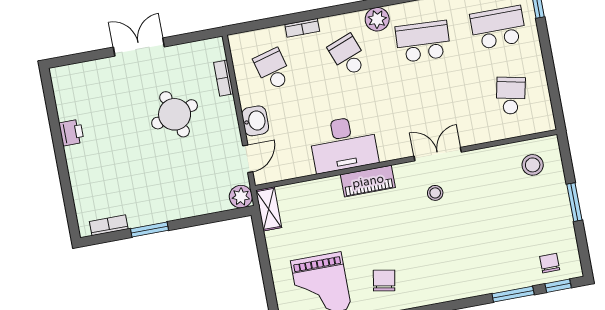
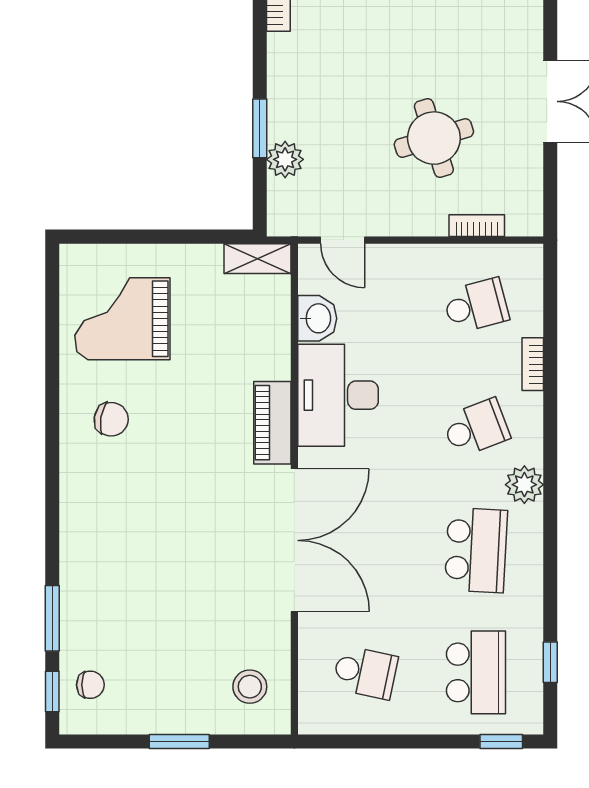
washbasin: (255, 121) -> (317, 318), moved, turned -90
double door: (438, 154) -> (294, 540), width x1.87
stool: (435, 193) -> (234, 525), removed
plant: (241, 197) -> (285, 159), moved
window: (150, 230) -> (260, 128), moved

